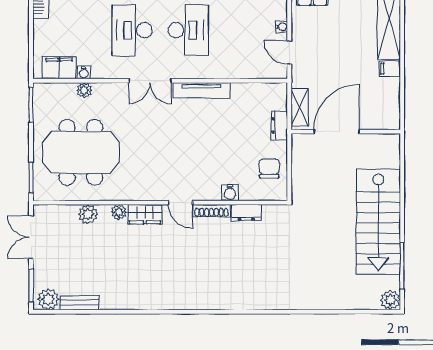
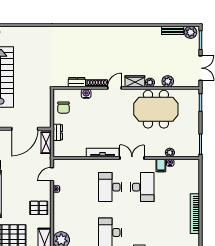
door: (289, 52) -> (52, 174), swing flipped
filing cabinet: (59, 68) -> (161, 166), moved, width x0.50
meeting table: (81, 152) -> (156, 109), moved
door: (180, 203) -> (115, 88), hinge flipped

